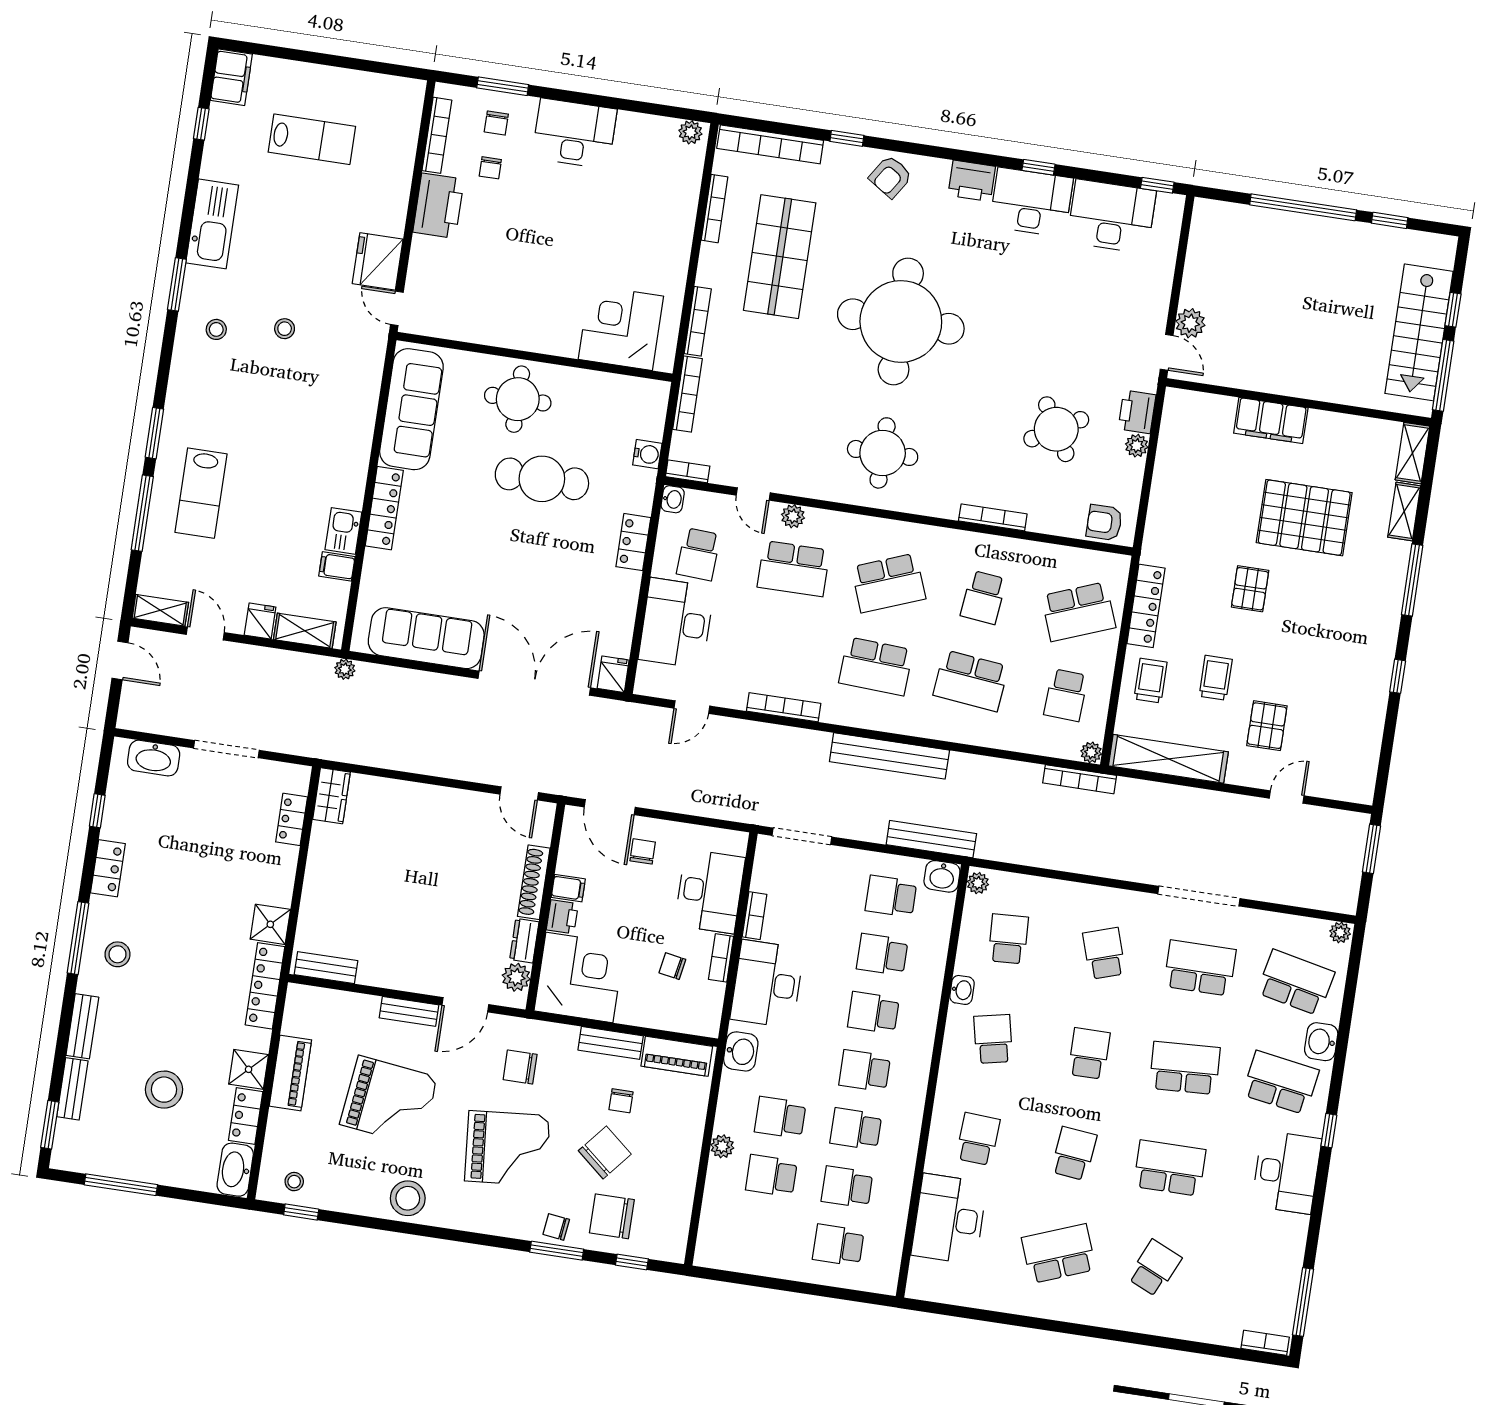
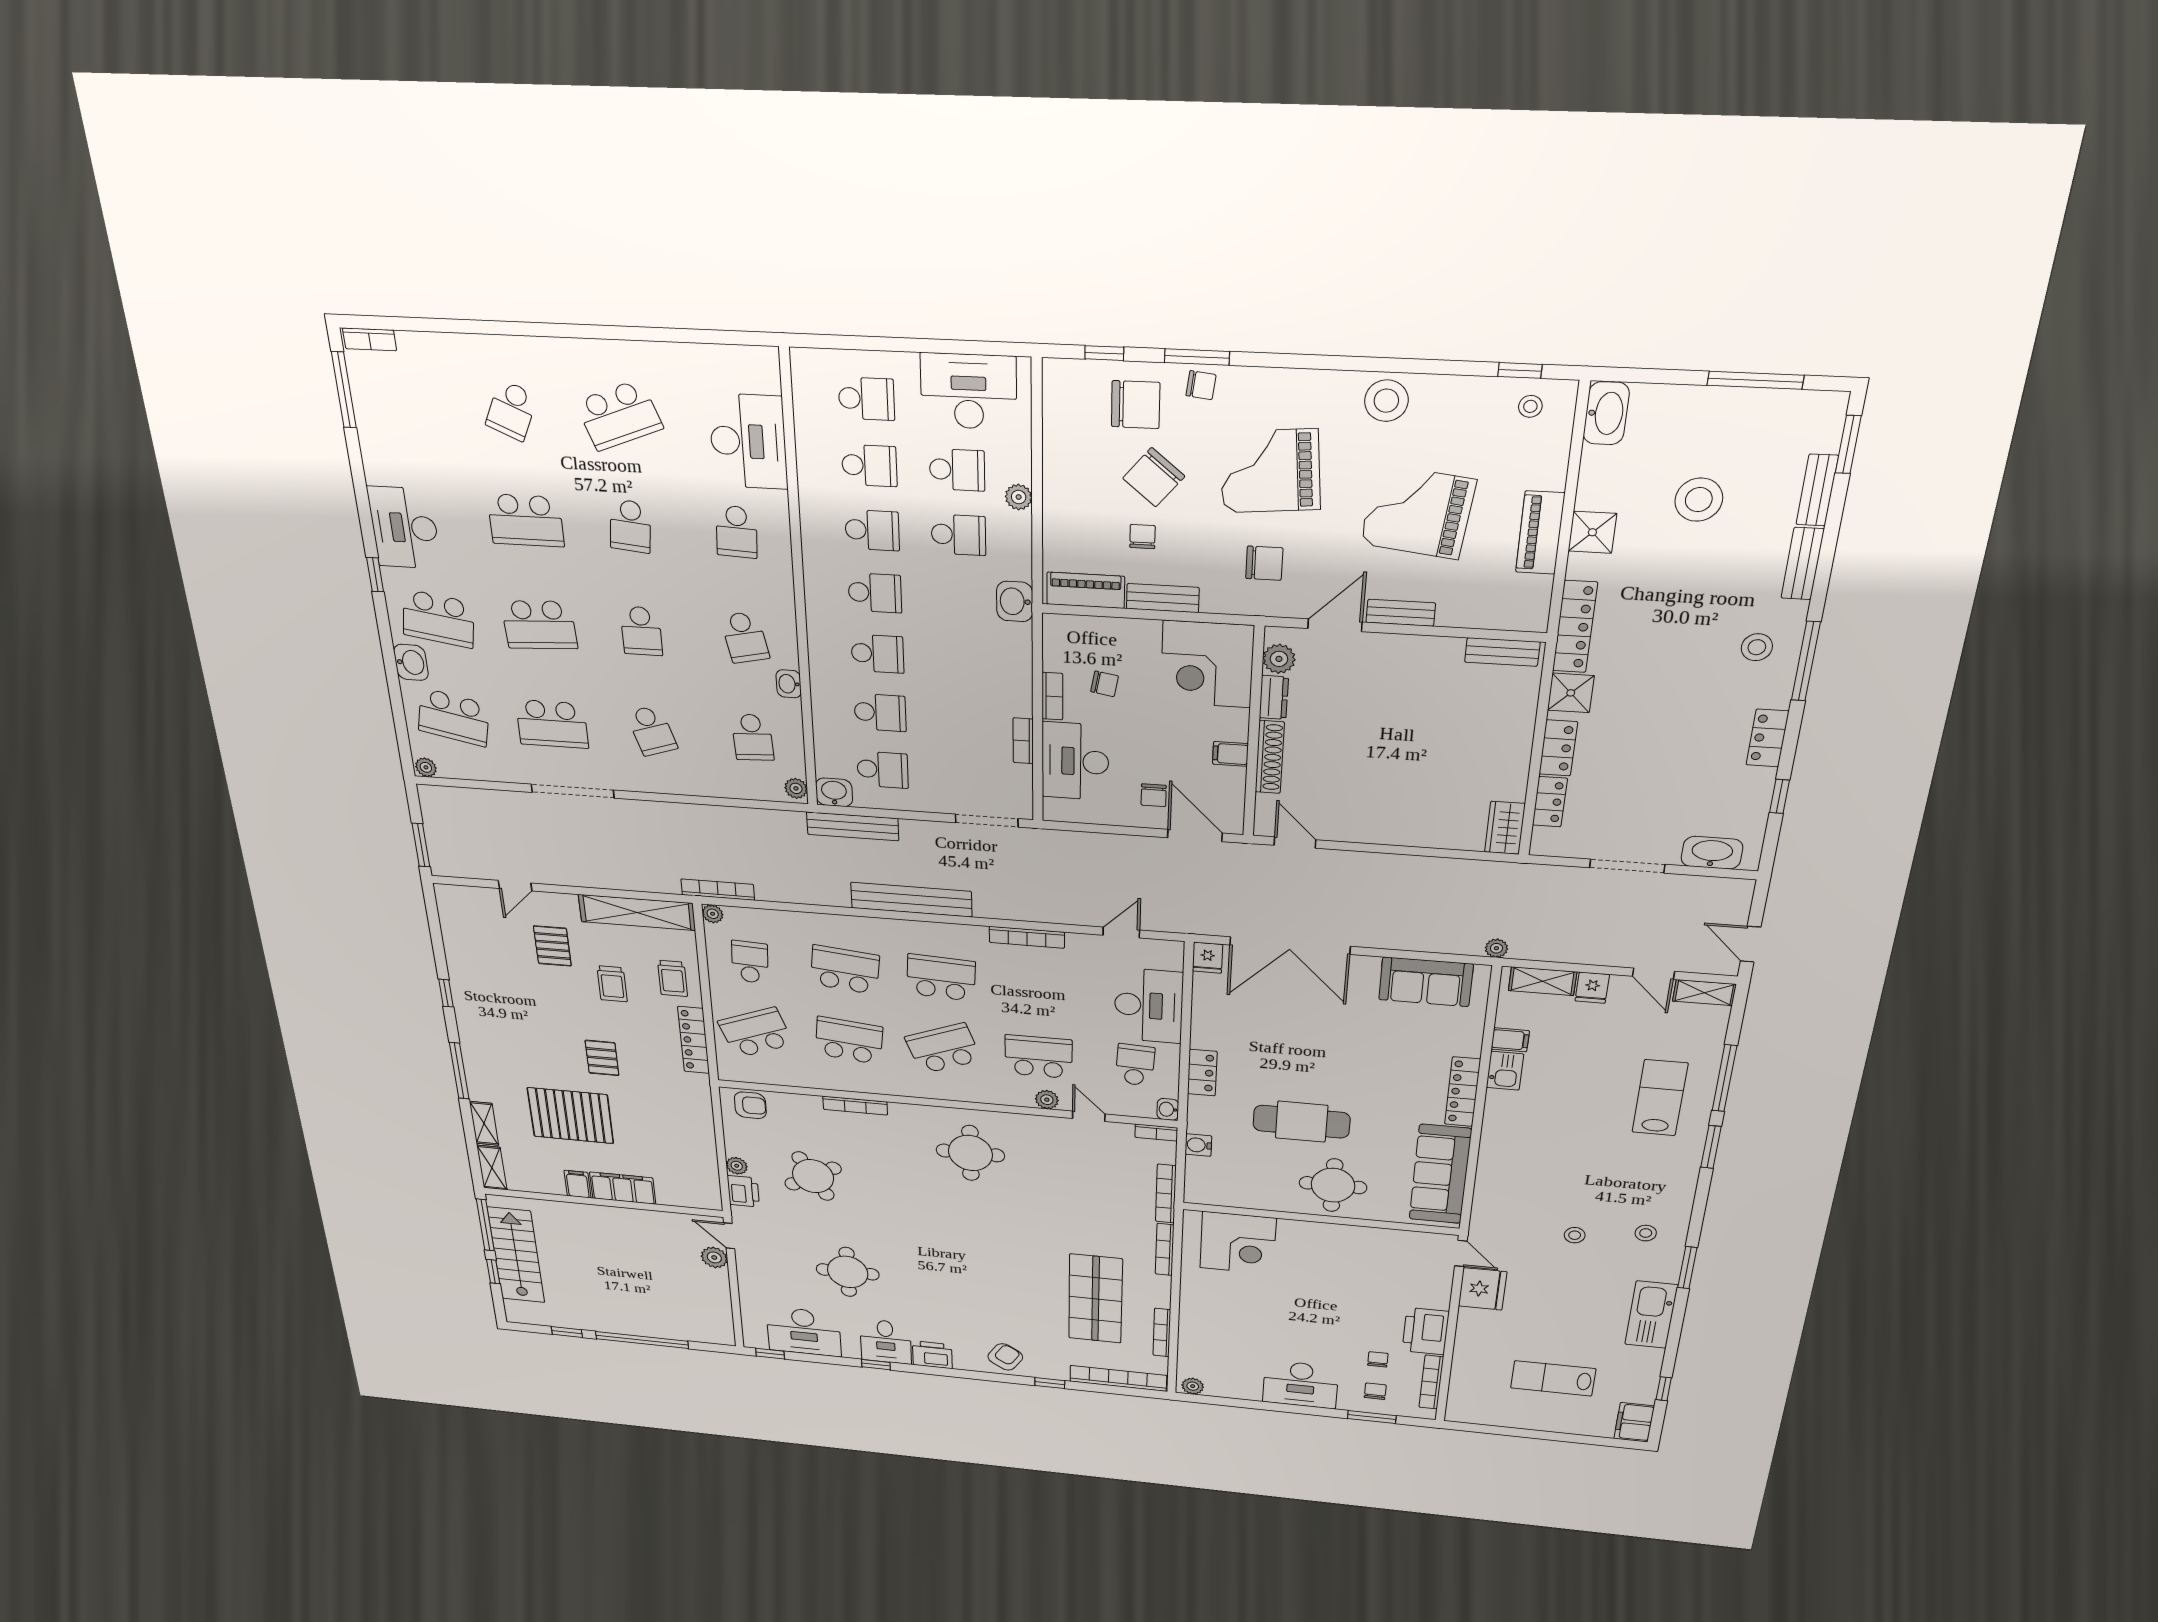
desk: (1031, 202) -> (886, 1342), width x0.73
round table: (901, 321) -> (848, 1272), moved, width x0.54, depth x0.54
filing cabinet: (1321, 427) -> (578, 1184), added
school desk: (983, 597) -> (849, 1040), width x1.85
sofa: (426, 638) -> (1426, 982), width x0.73
printer: (562, 917) -> (1234, 725), removed
desk: (767, 984) -> (969, 391), moved, turned -90
locker: (246, 1116) -> (1558, 748), moved

